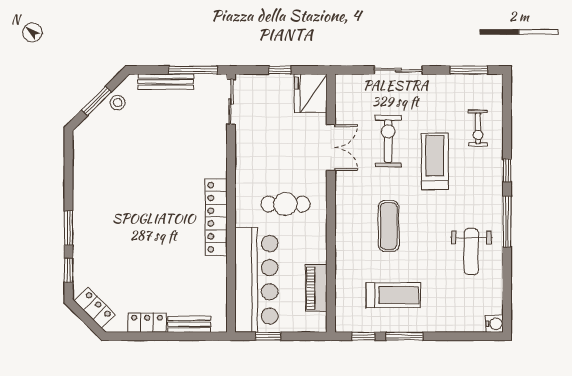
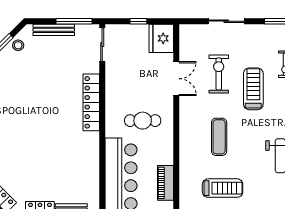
locker: (216, 217) -> (91, 102), moved

